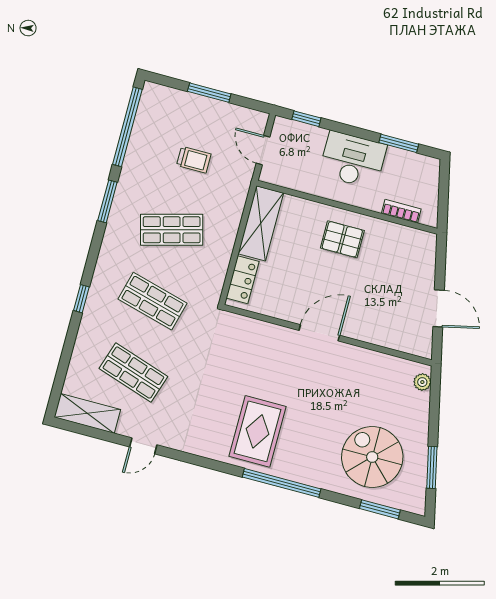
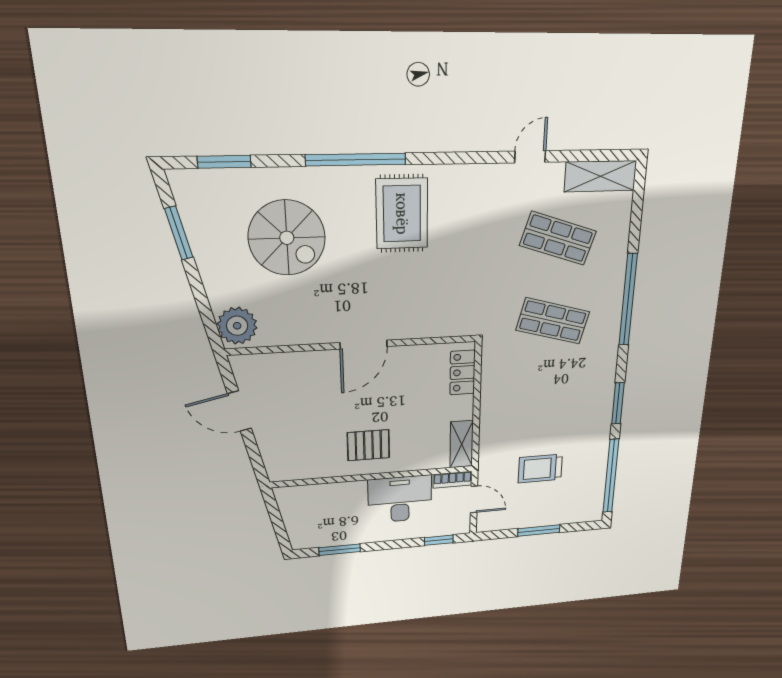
trolley: (194, 160) -> (540, 469), width x1.36, depth x1.39
desk: (353, 160) -> (400, 499), moved, turned 180
bookcase: (401, 211) -> (453, 480), moved
shelving: (261, 223) -> (462, 444), width x0.67, depth x0.75
shop shelf: (172, 230) -> (548, 397), removed
window: (81, 299) -> (628, 300), width x3.17
plant: (422, 382) -> (237, 326), width x1.87, depth x1.87
spiral stairs: (372, 457) -> (287, 238), moved

